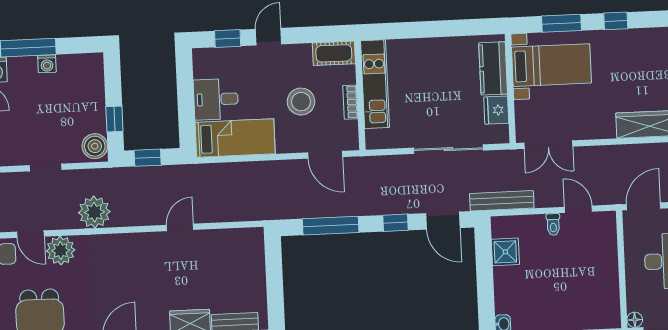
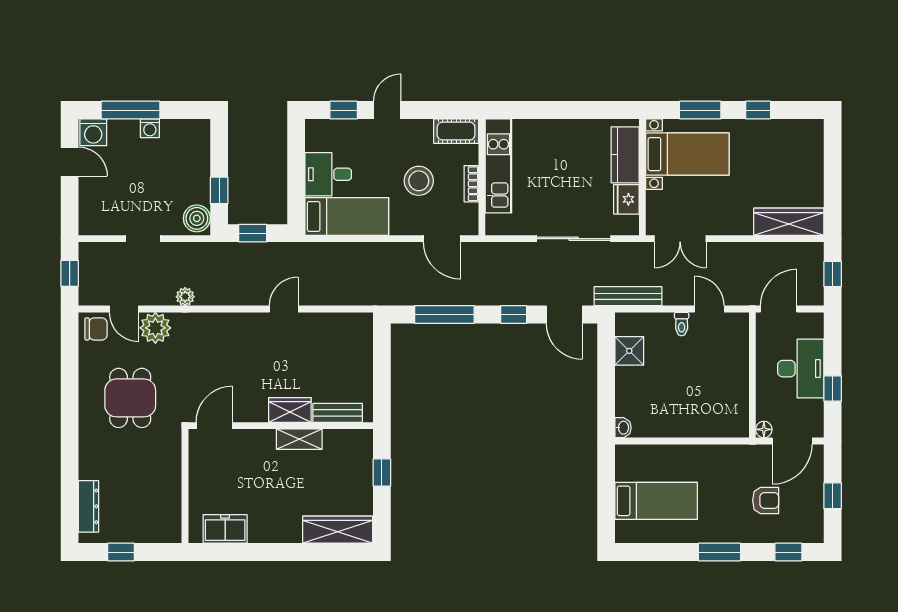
plant: (94, 212) -> (185, 297), width x0.53, depth x0.53

